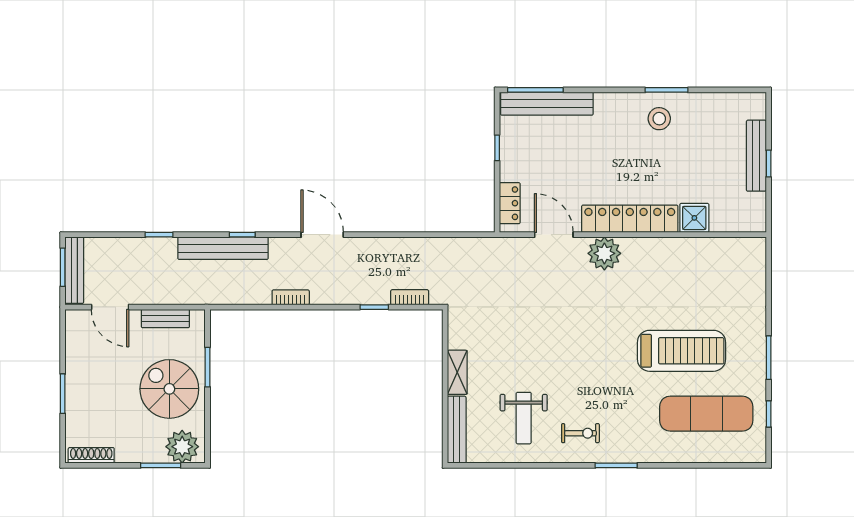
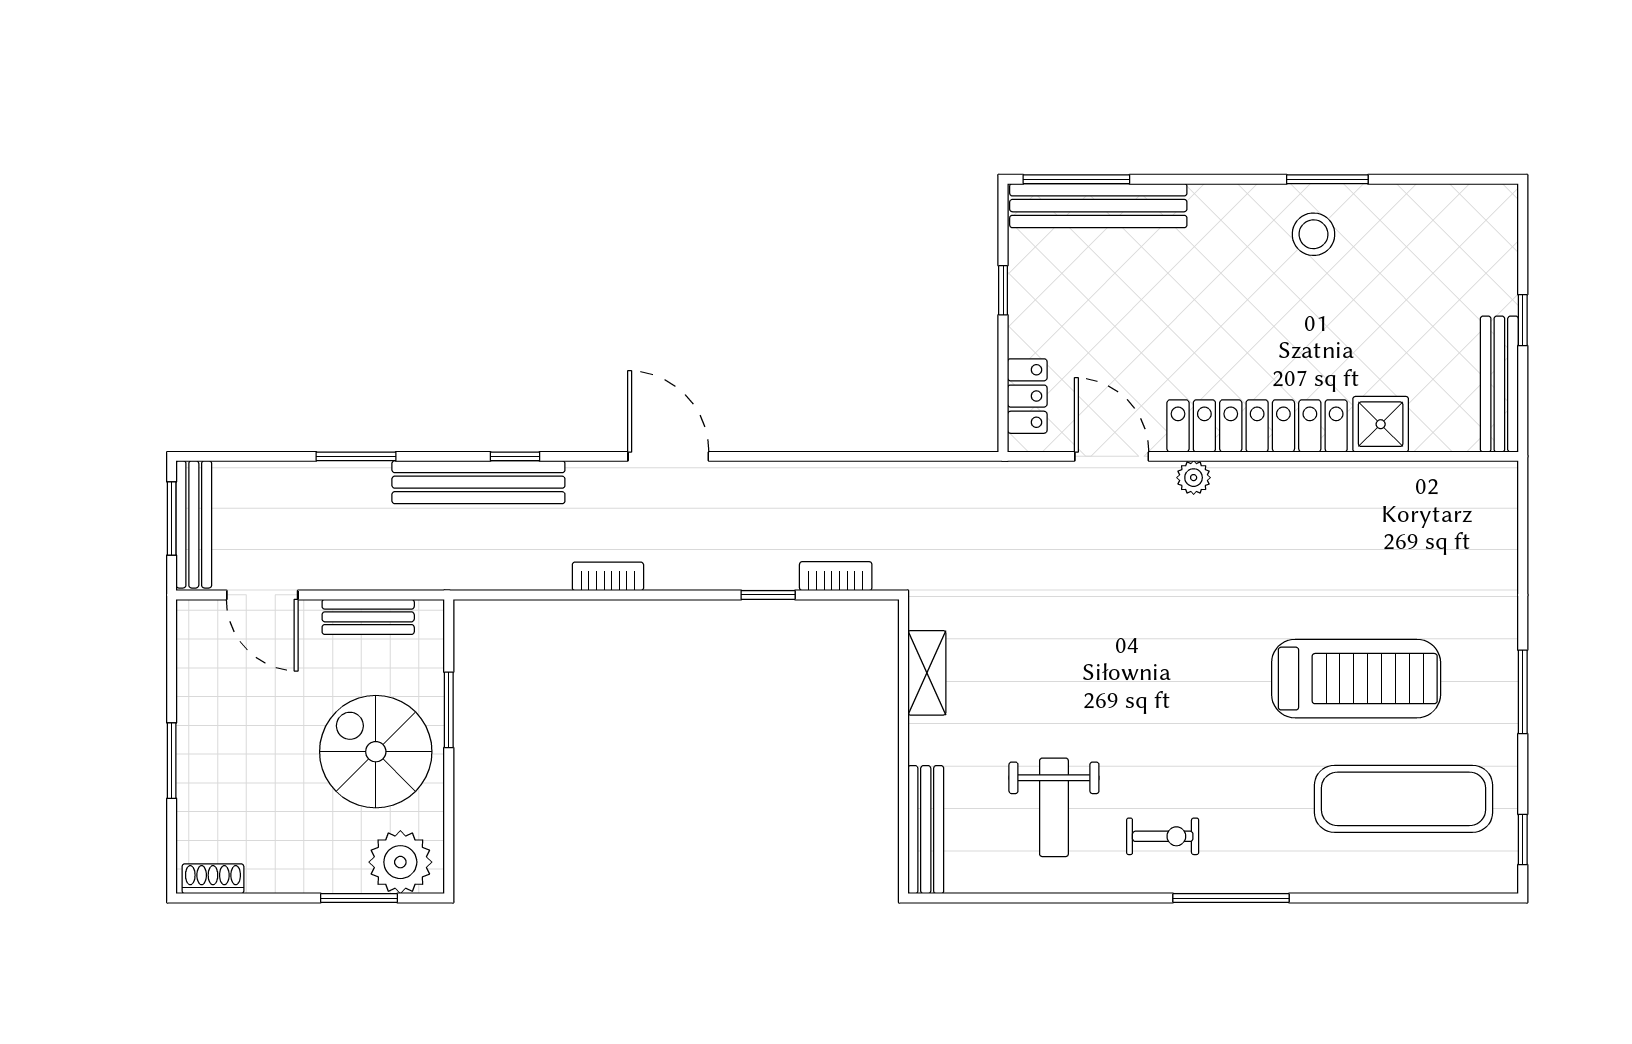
bench: (756, 156) -> (1499, 384), moved
window: (159, 235) -> (356, 456), width x1.50
plant: (604, 253) -> (1194, 478), width x0.53, depth x0.53
shelving: (457, 372) -> (927, 673), moved
window: (769, 414) -> (1523, 839), moved
shoe rack: (91, 455) -> (213, 879), width x0.70
window: (616, 465) -> (1231, 898), width x1.44

